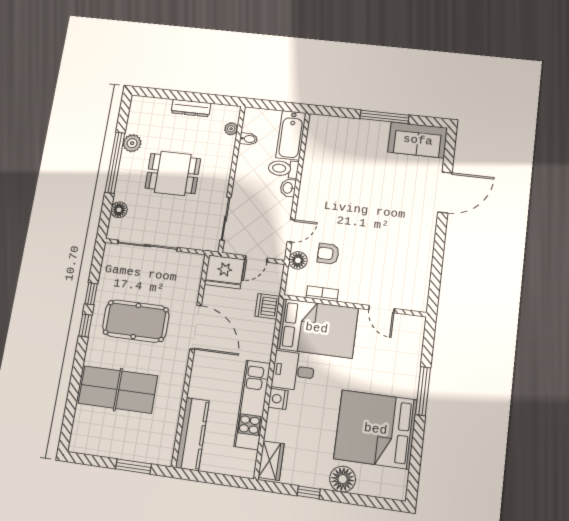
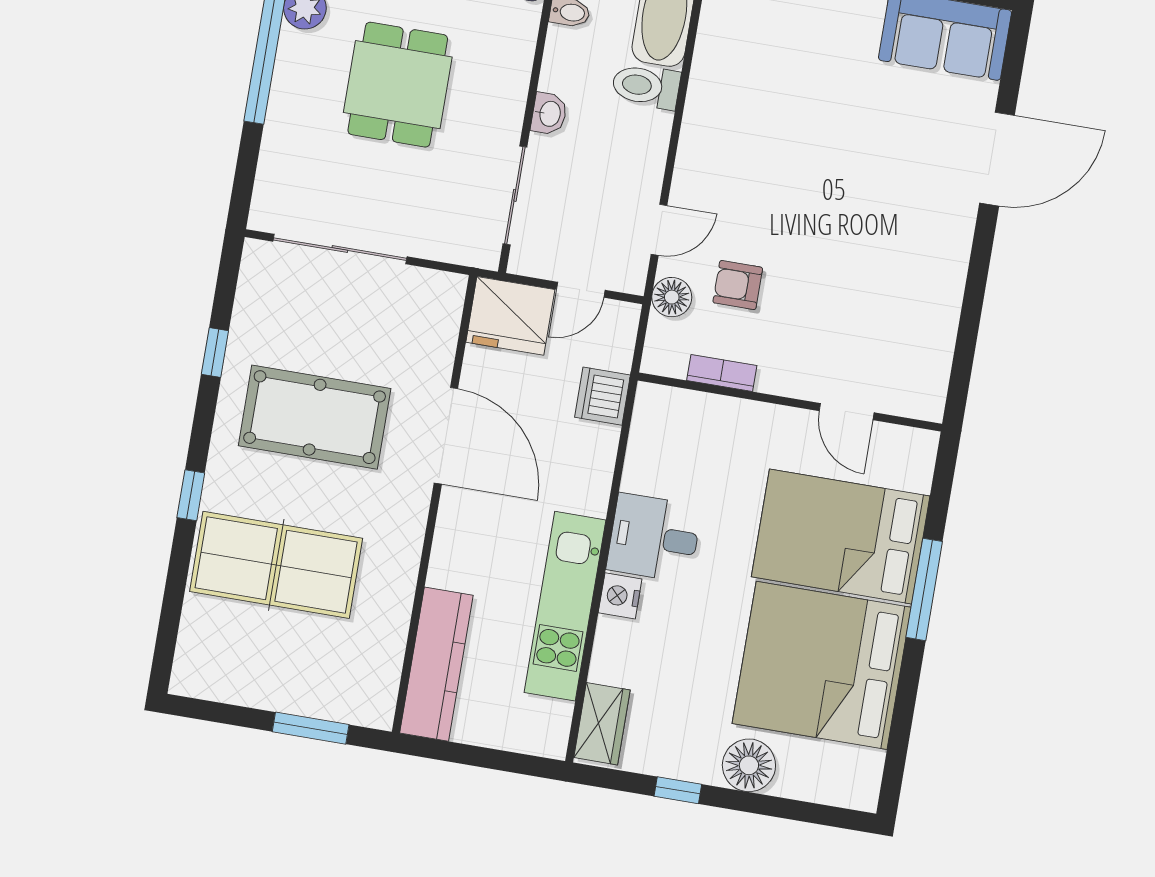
dining table: (173, 173) -> (398, 85), turned 90
washbasin: (288, 188) -> (549, 114), moved, turned 180
floor lamp: (119, 210) -> (276, 164), removed
window: (85, 325) -> (191, 495), moved
bed: (317, 328) -> (841, 536), moved, turned 180

